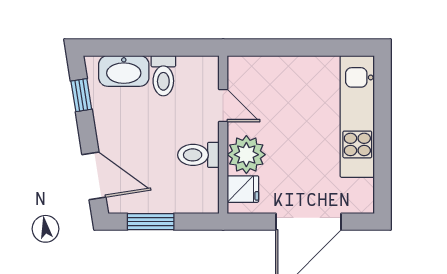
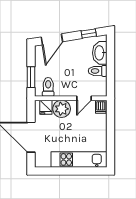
dishwasher: (242, 69) -> (101, 107), added
toilet: (198, 155) -> (48, 87), moved
window: (151, 222) -> (31, 77), moved

